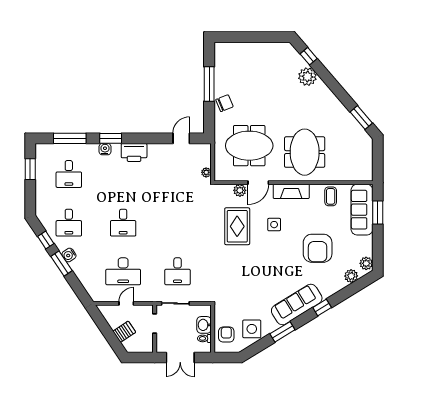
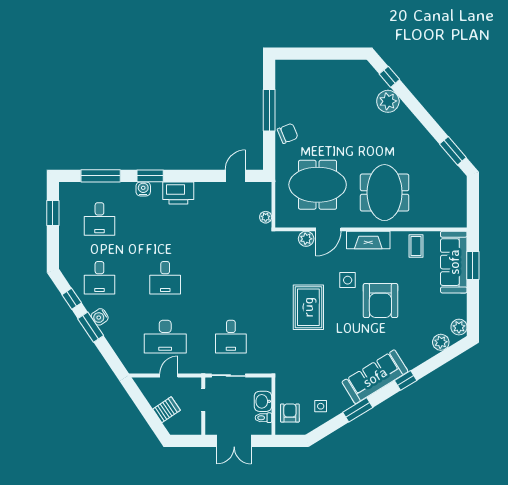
rug: (237, 226) -> (308, 307), moved
armchair: (318, 248) -> (380, 301), moved
side table: (252, 329) -> (321, 406), width x0.54, depth x0.54

